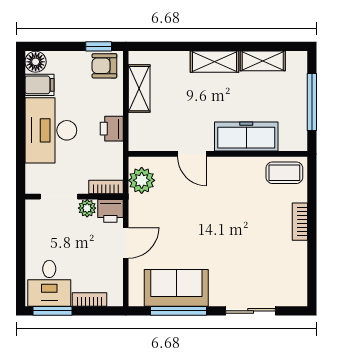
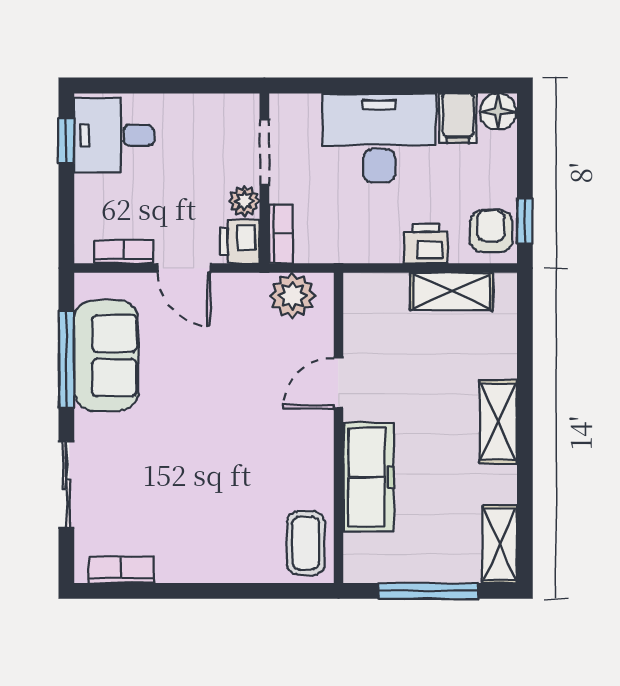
shelving: (263, 61) -> (500, 544), moved
printer: (112, 129) -> (426, 244), moved
bookcase: (300, 222) -> (121, 570), moved
bookcase: (90, 299) -> (124, 251), moved, turned -90
window: (52, 311) -> (66, 141), width x0.67

